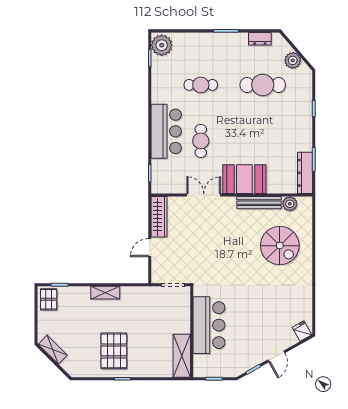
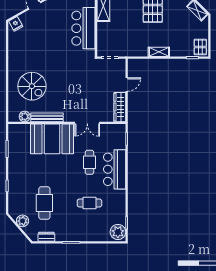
cafe table: (263, 85) -> (44, 203), turned 90
dresser: (305, 173) -> (14, 139), removed
booth: (244, 179) -> (52, 139), width x1.36, depth x1.42
spiral stairs: (280, 246) -> (32, 86), turned 180

